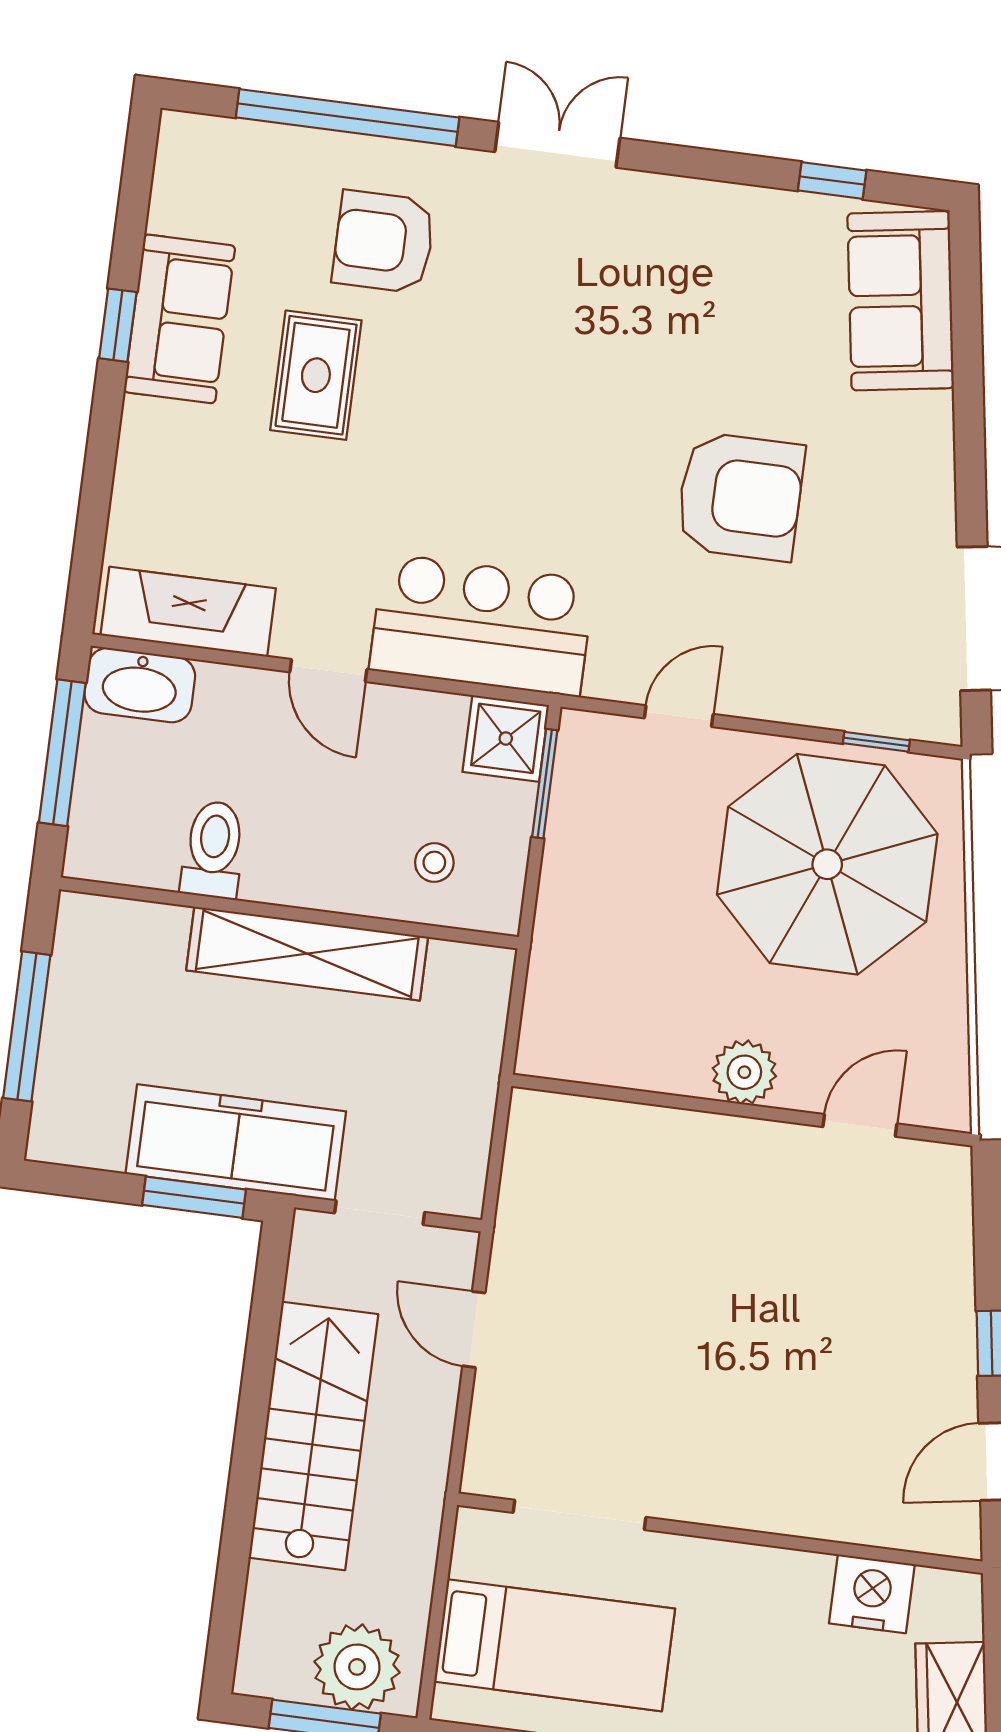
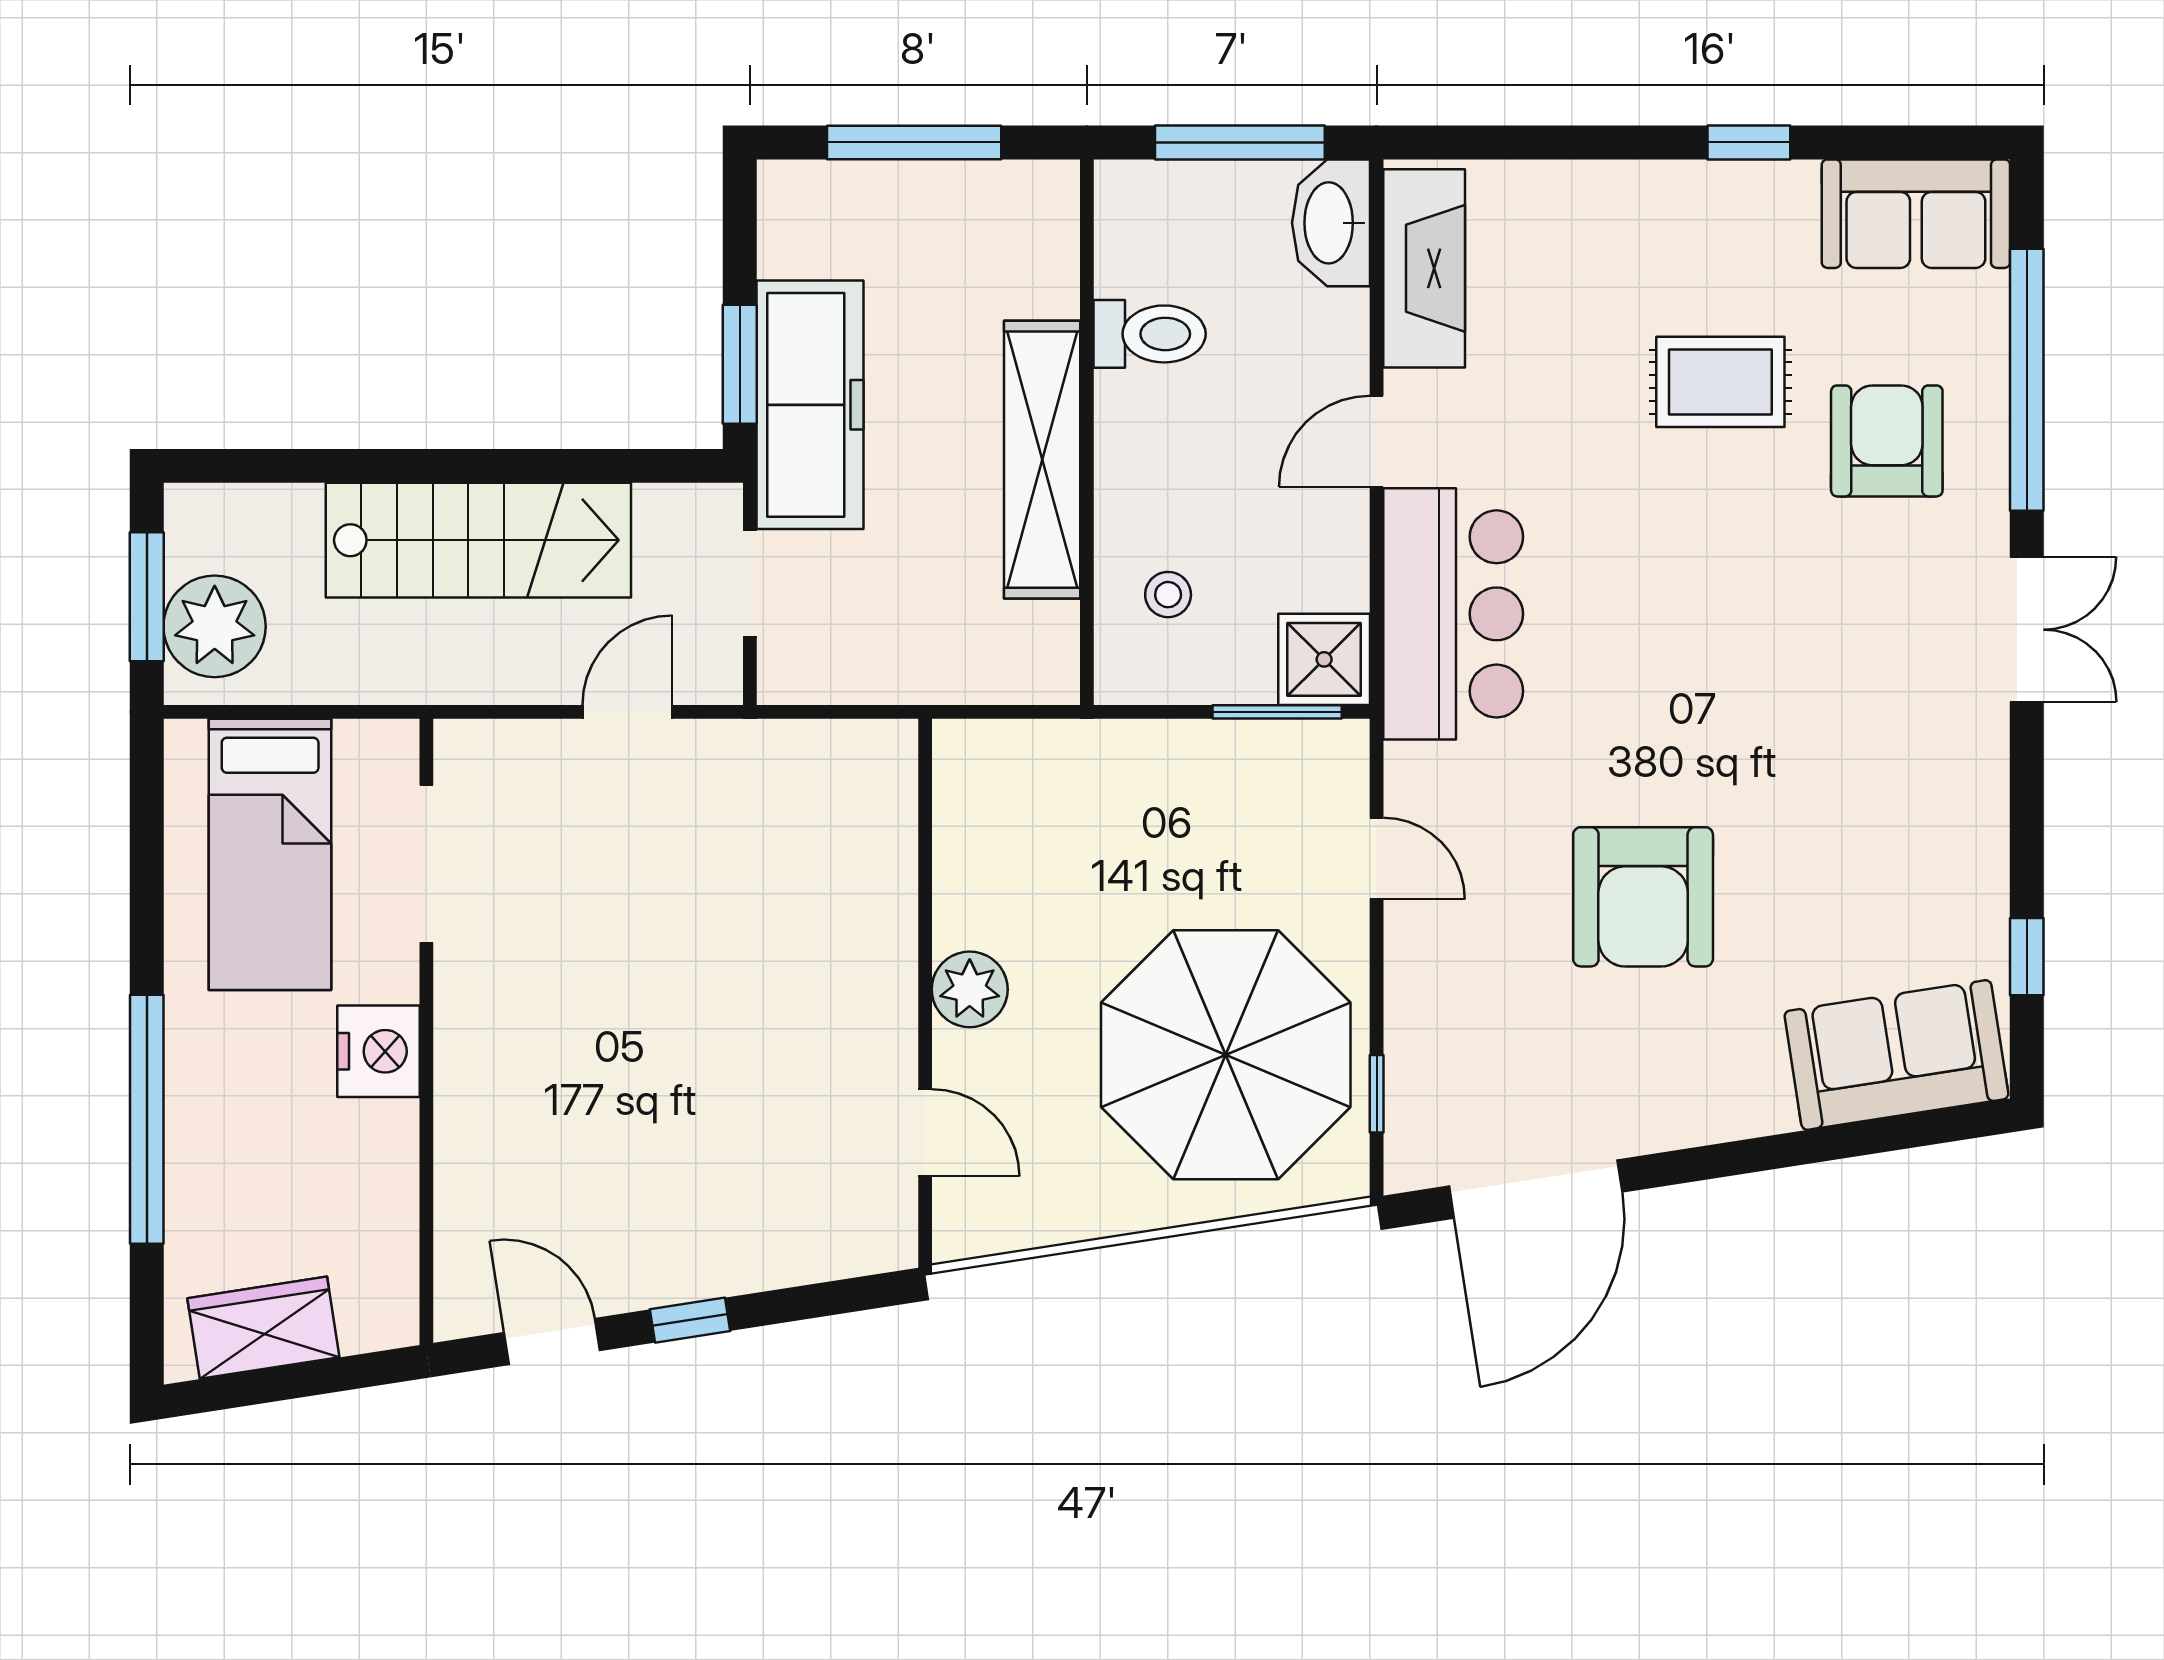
sofa: (179, 319) -> (1916, 214), moved
nightstand: (872, 1594) -> (379, 1051), moved

